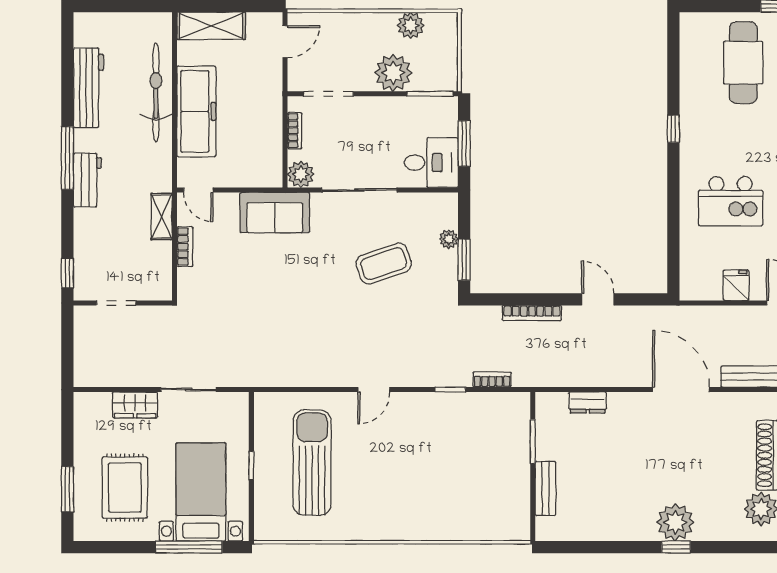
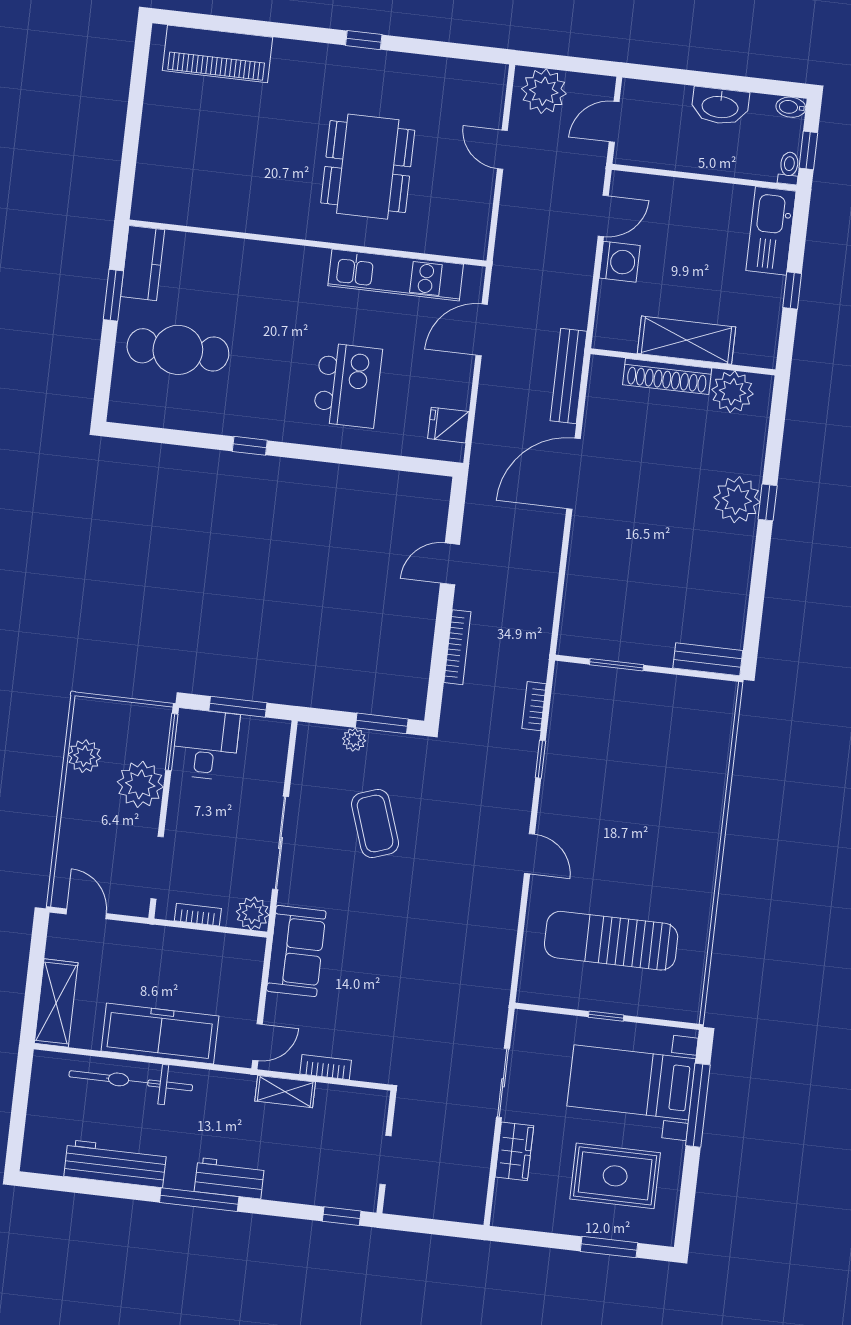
desk: (431, 163) -> (206, 744), moved
fridge: (736, 285) -> (448, 425), moved
dresser: (588, 403) -> (576, 591), removed
bench: (545, 488) -> (708, 659), moved

